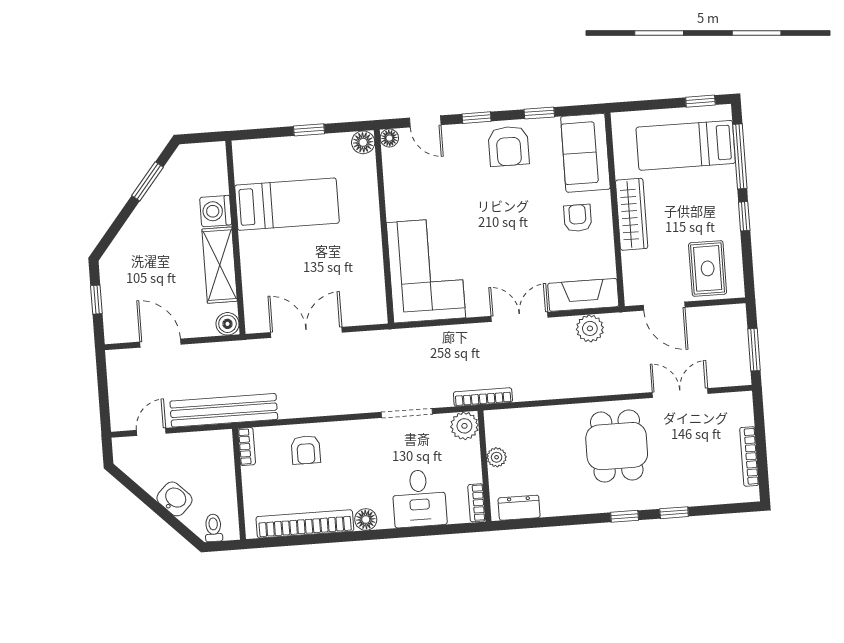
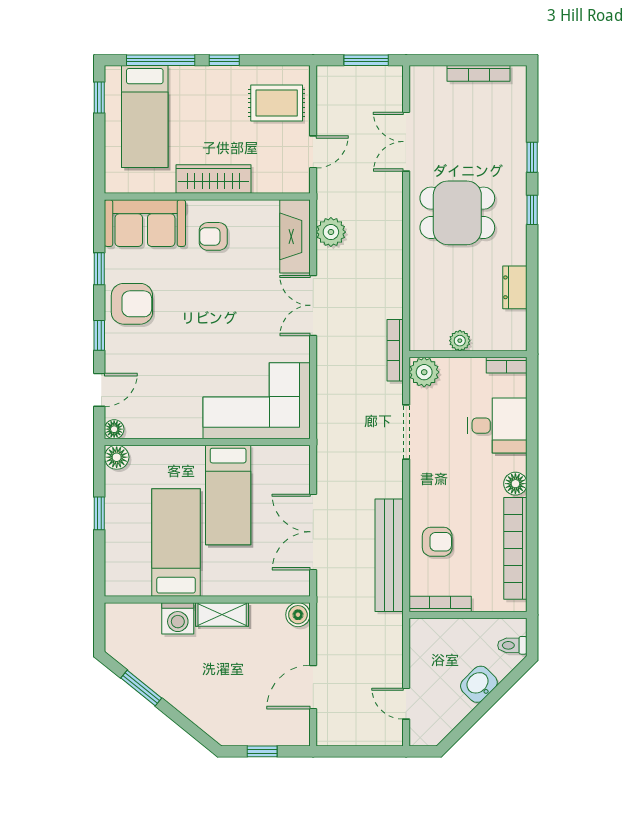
bed: (335, 250) -> (228, 495), added
shelving: (220, 265) -> (222, 614), width x0.67, depth x0.75
door: (664, 306) -> (313, 152), width x0.73
bench: (224, 410) -> (389, 555), moved
bookcase: (247, 447) -> (440, 604), width x1.56
dresser: (519, 508) -> (515, 287), moved

